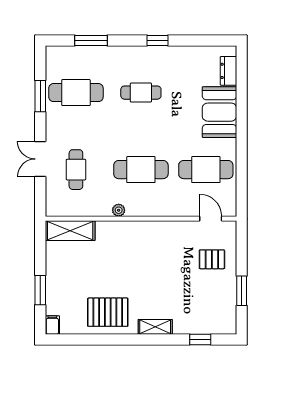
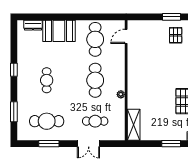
cafe table: (76, 93) -> (47, 121), turned 90
pallet: (212, 259) -> (176, 35), moved

